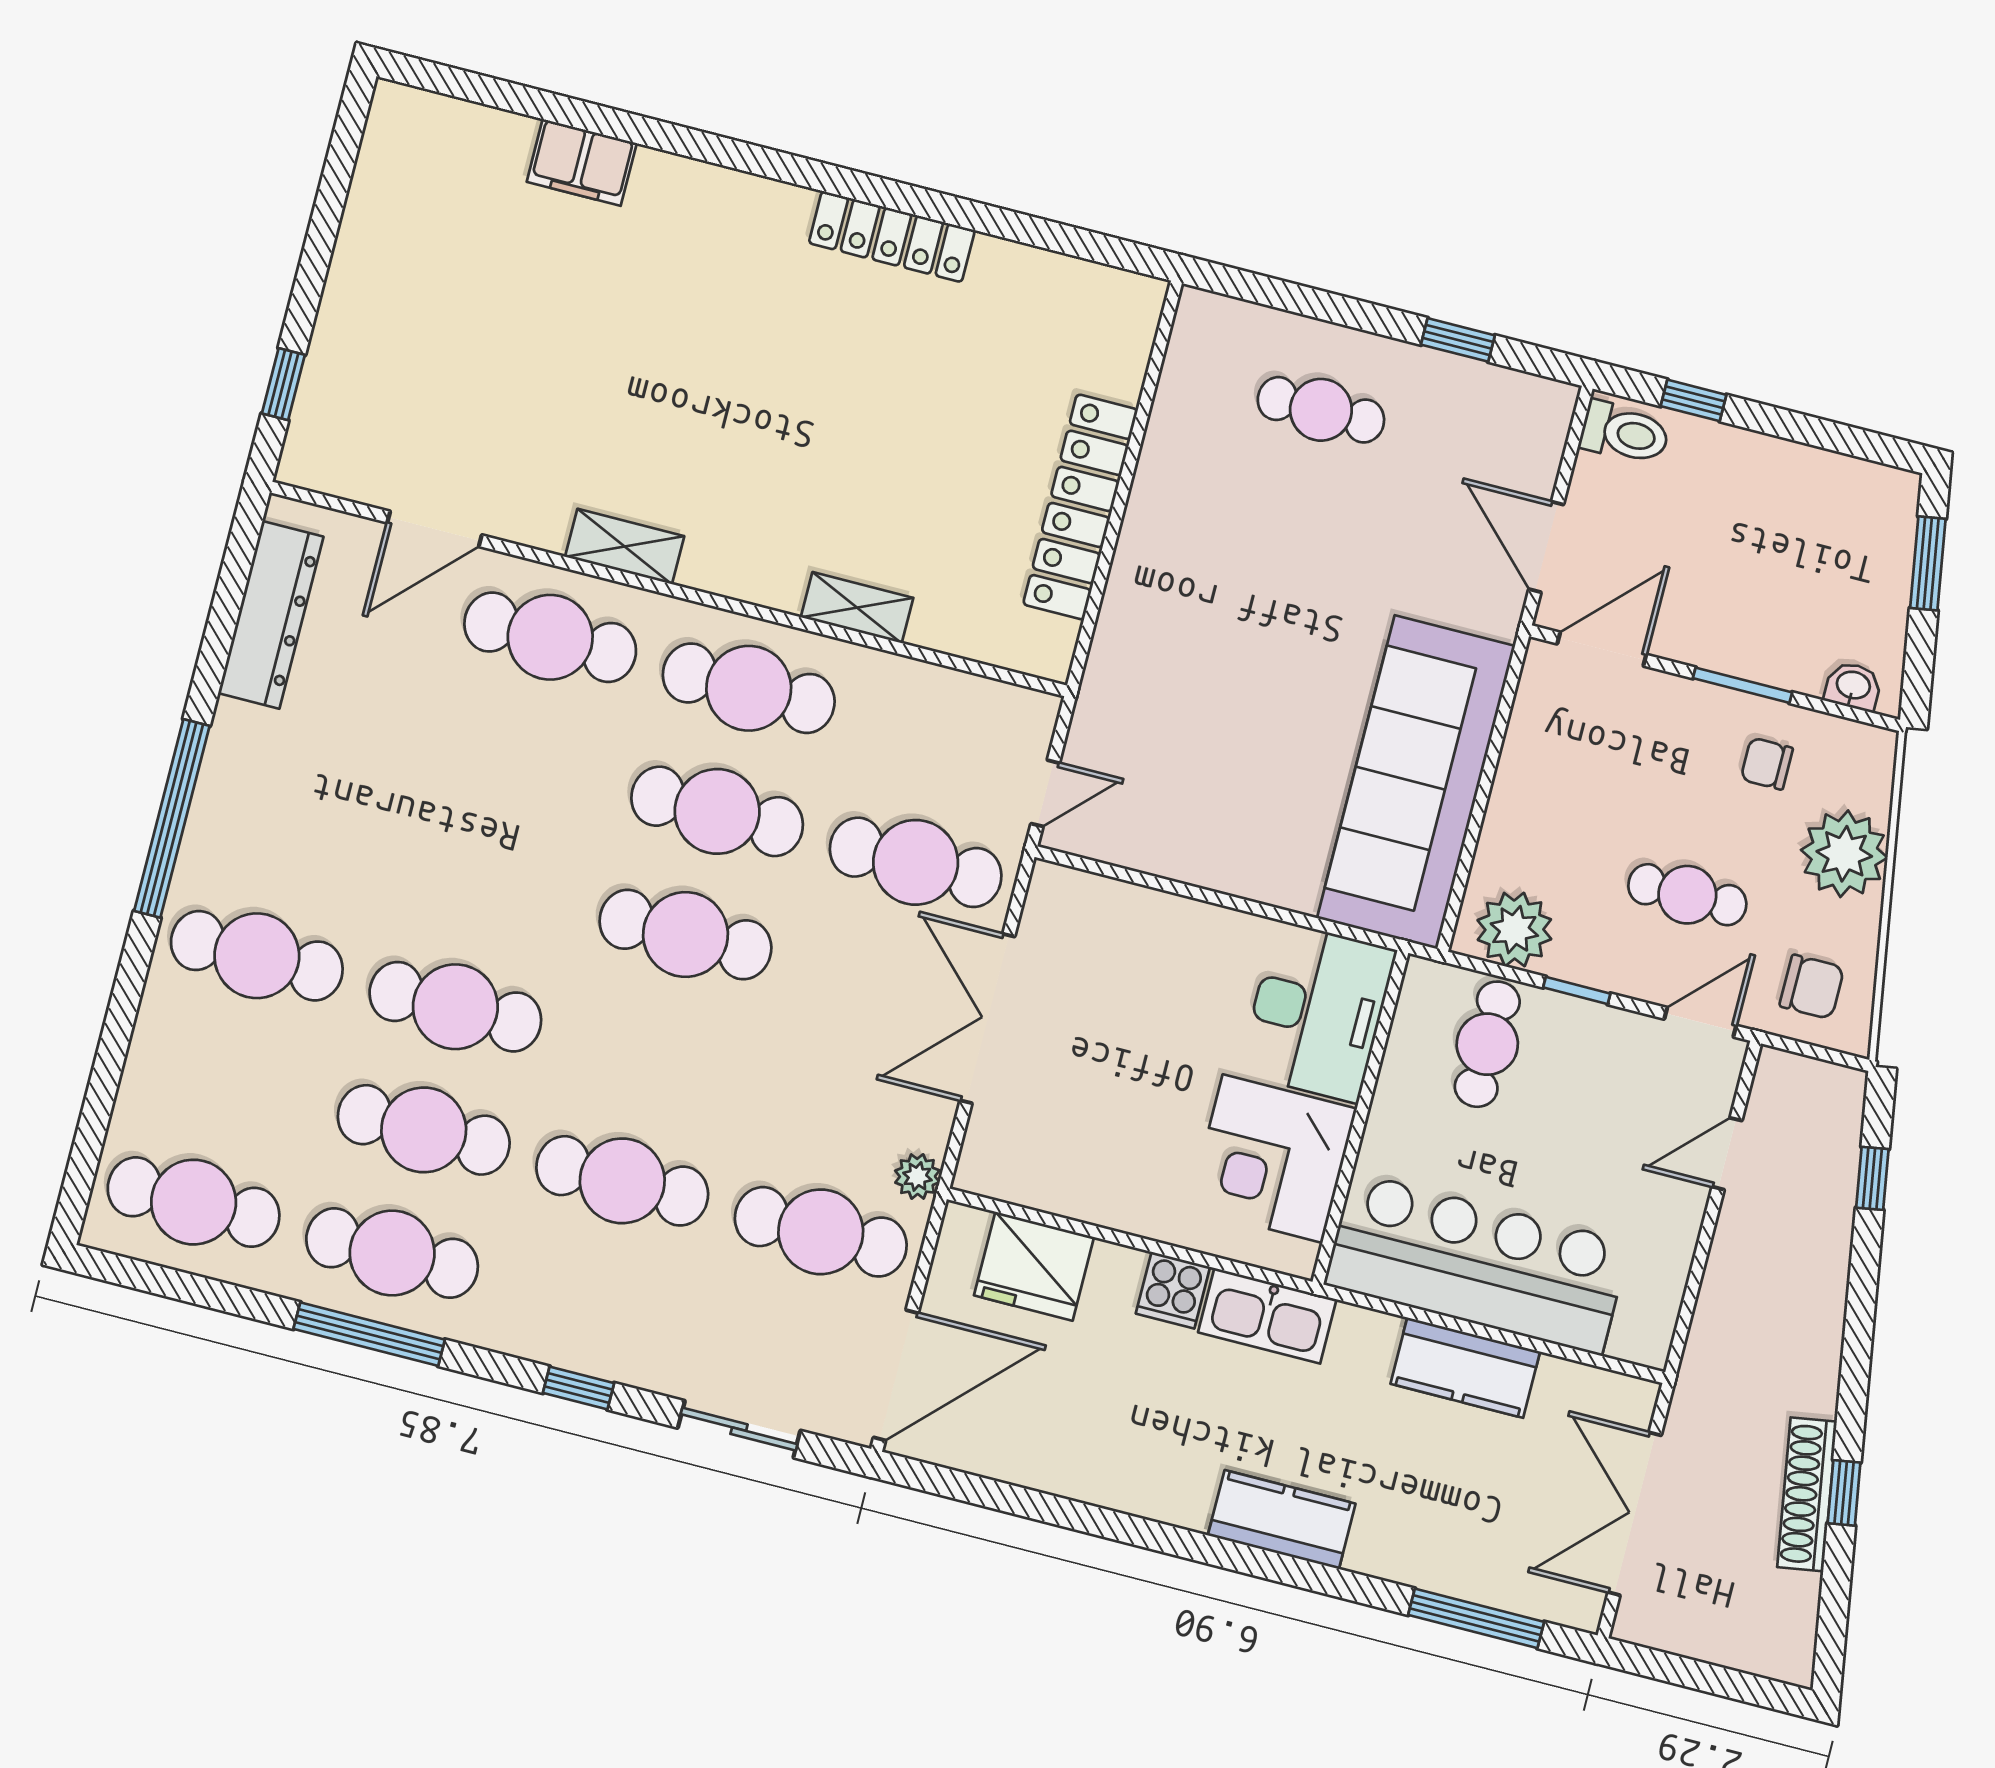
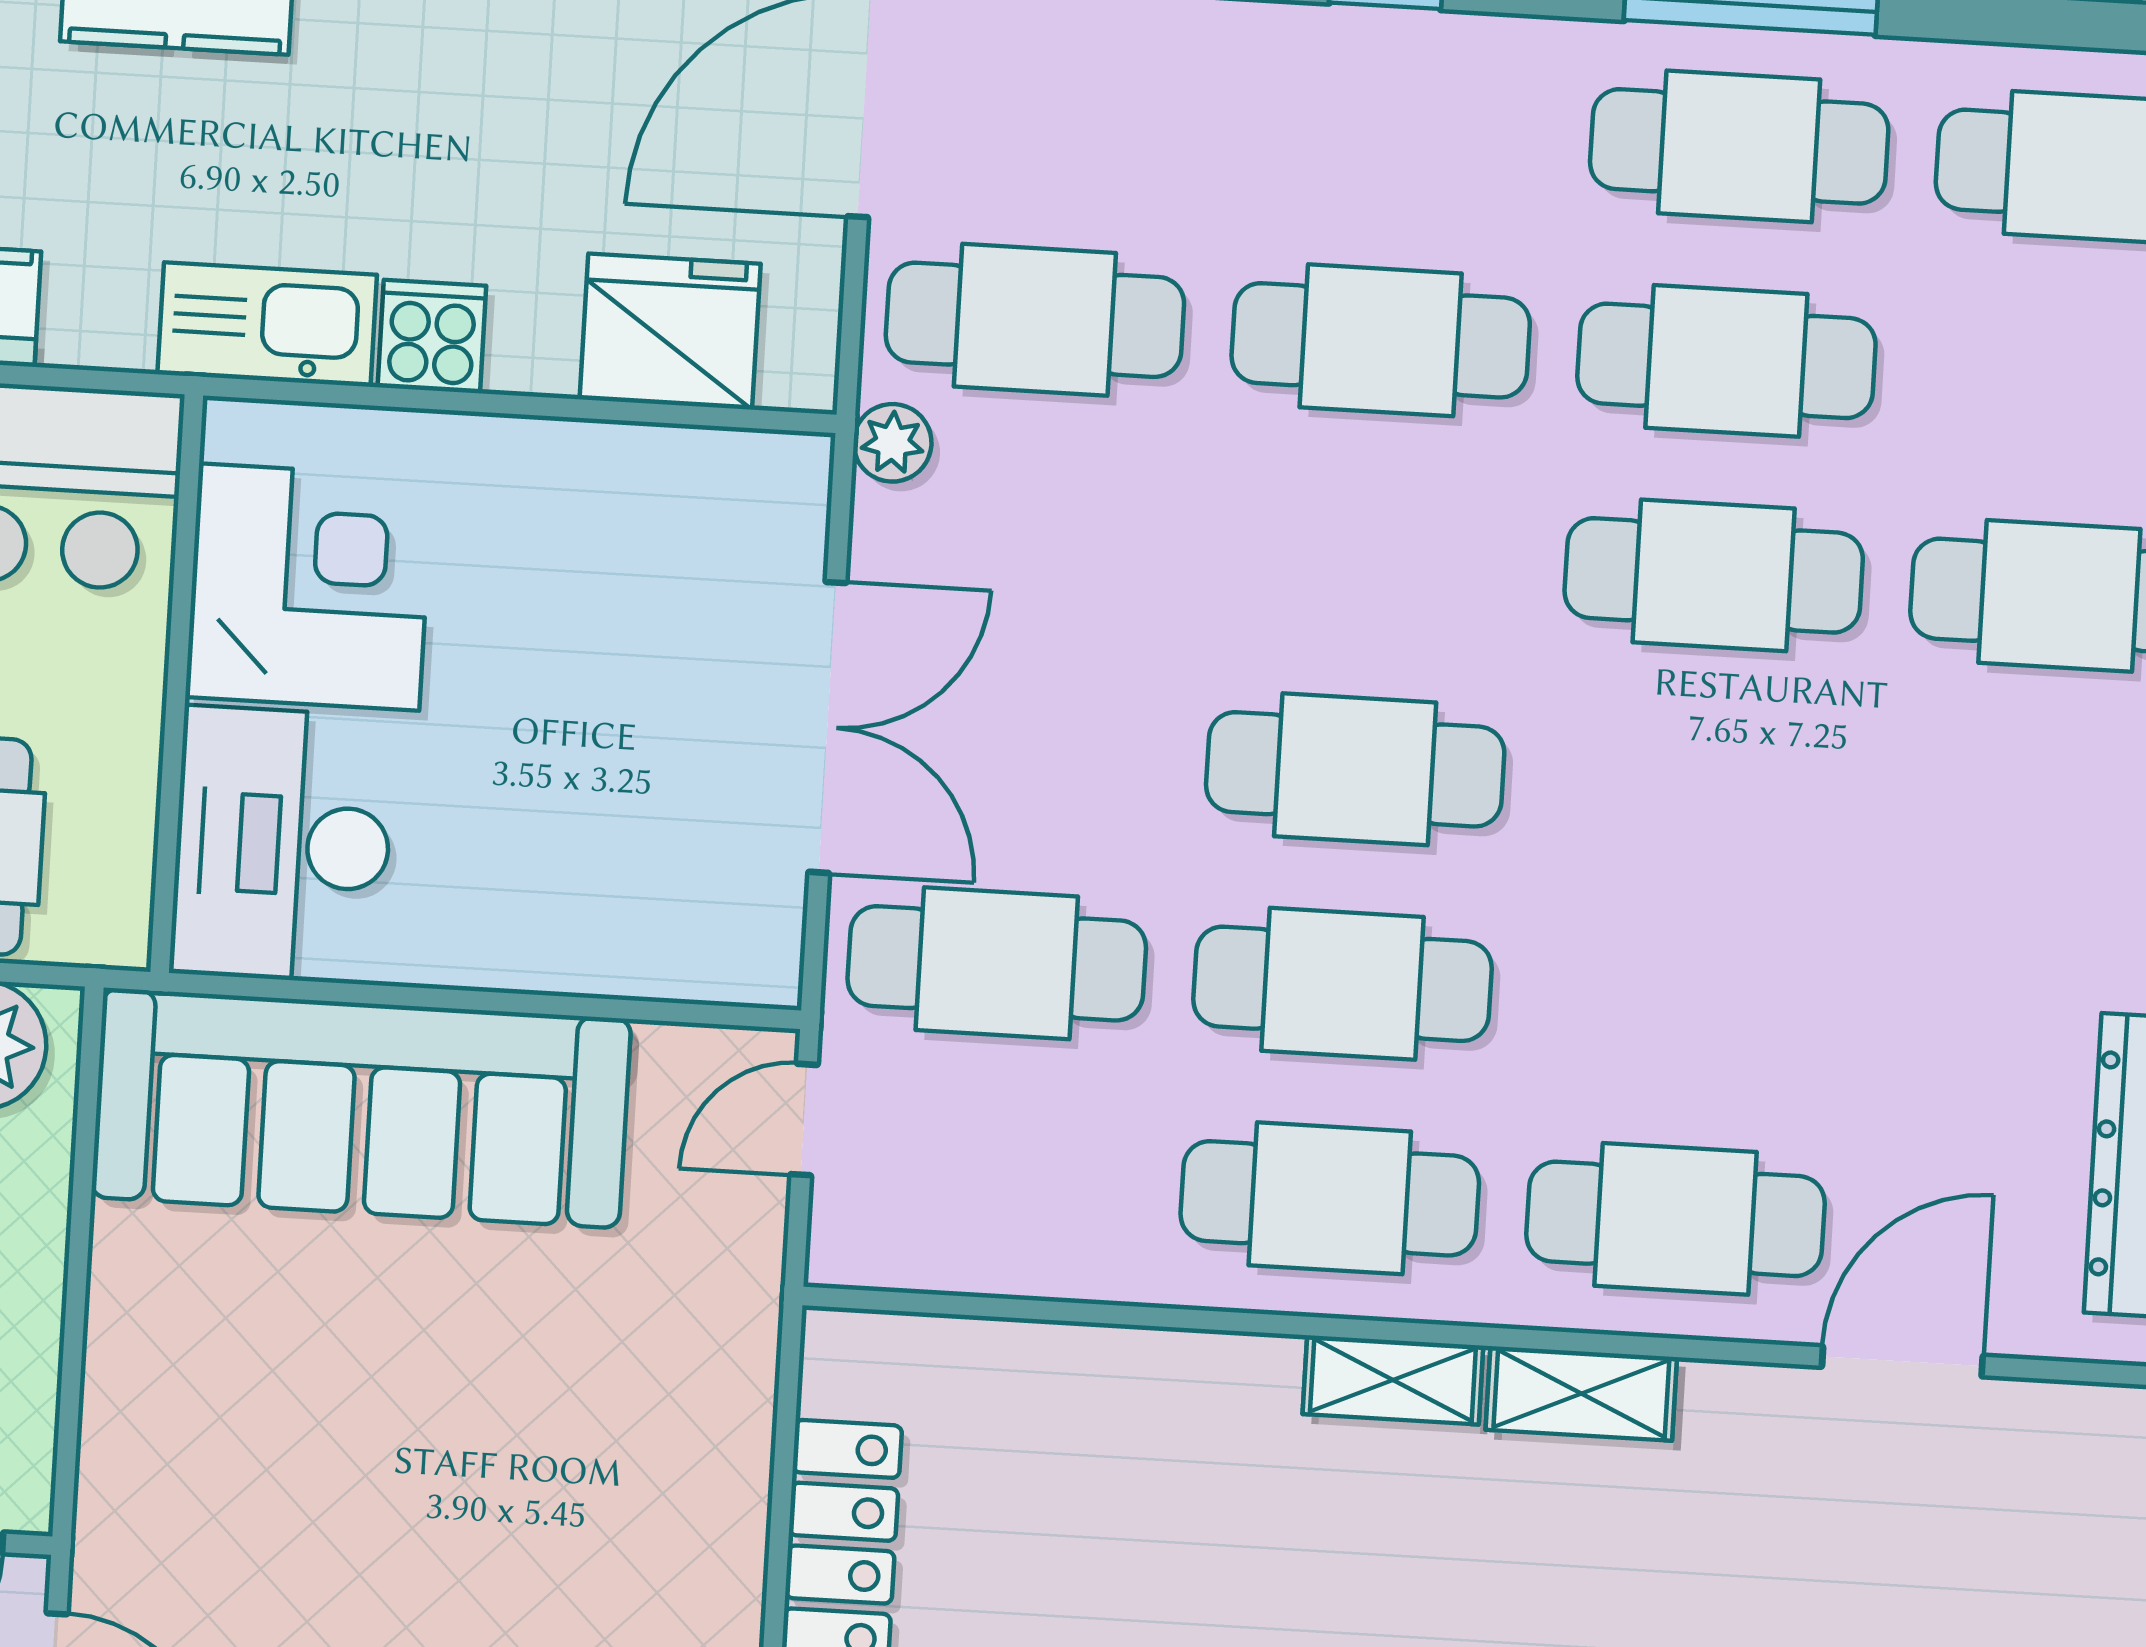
shelving: (857, 608) -> (1393, 1380), moved
sofa: (1416, 782) -> (361, 1108), moved, turned 90

